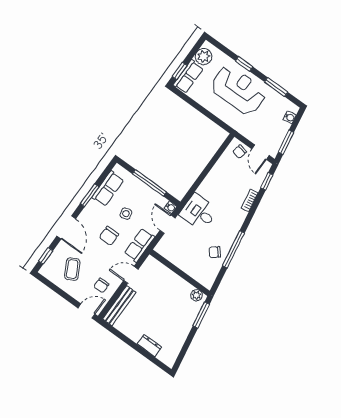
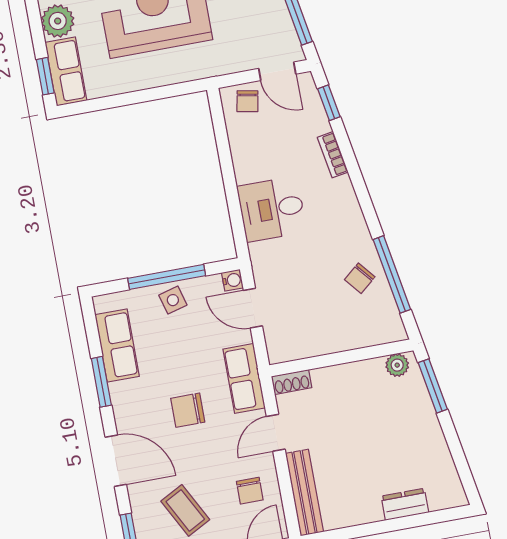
desk: (199, 212) -> (272, 209), moved
side table: (126, 214) -> (173, 300), moved
chair: (109, 236) -> (188, 410), turned 90
window: (234, 249) -> (392, 274), moved
shoe rack: (154, 263) -> (292, 382), added

